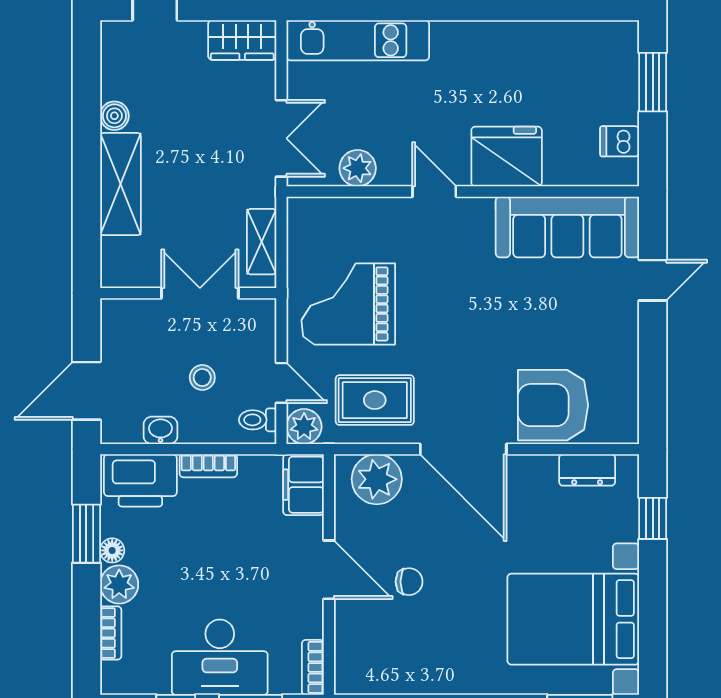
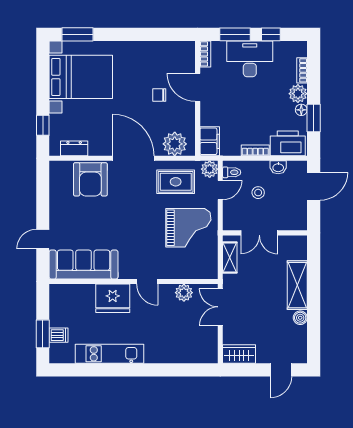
kitchen unit: (358, 40) -> (109, 354), moved
dishwasher: (620, 141) -> (59, 335), moved
door: (281, 383) -> (220, 190), swing flipped
armchair: (553, 405) -> (90, 179), turned 90
door: (329, 570) -> (198, 87), moved

